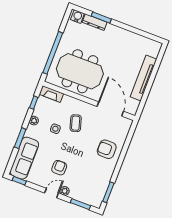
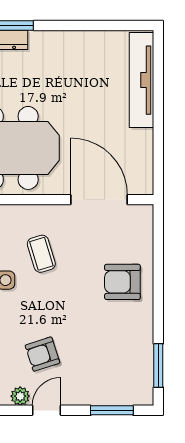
tv unit: (144, 78) -> (141, 80), moved
armchair: (59, 168) -> (42, 354), turned -108
plant: (65, 191) -> (20, 396), moved

